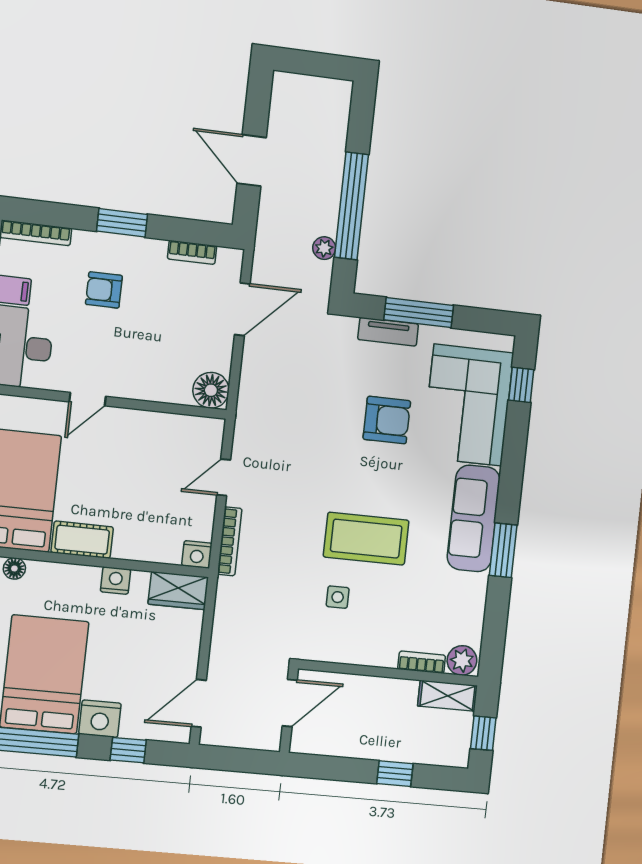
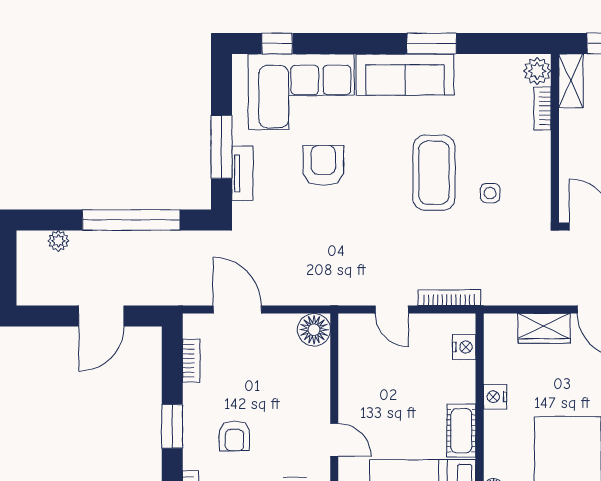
plant: (324, 248) -> (58, 241), moved
nightstand: (197, 554) -> (464, 347), moved
wardrobe: (178, 591) -> (544, 328), moved, turned 90

